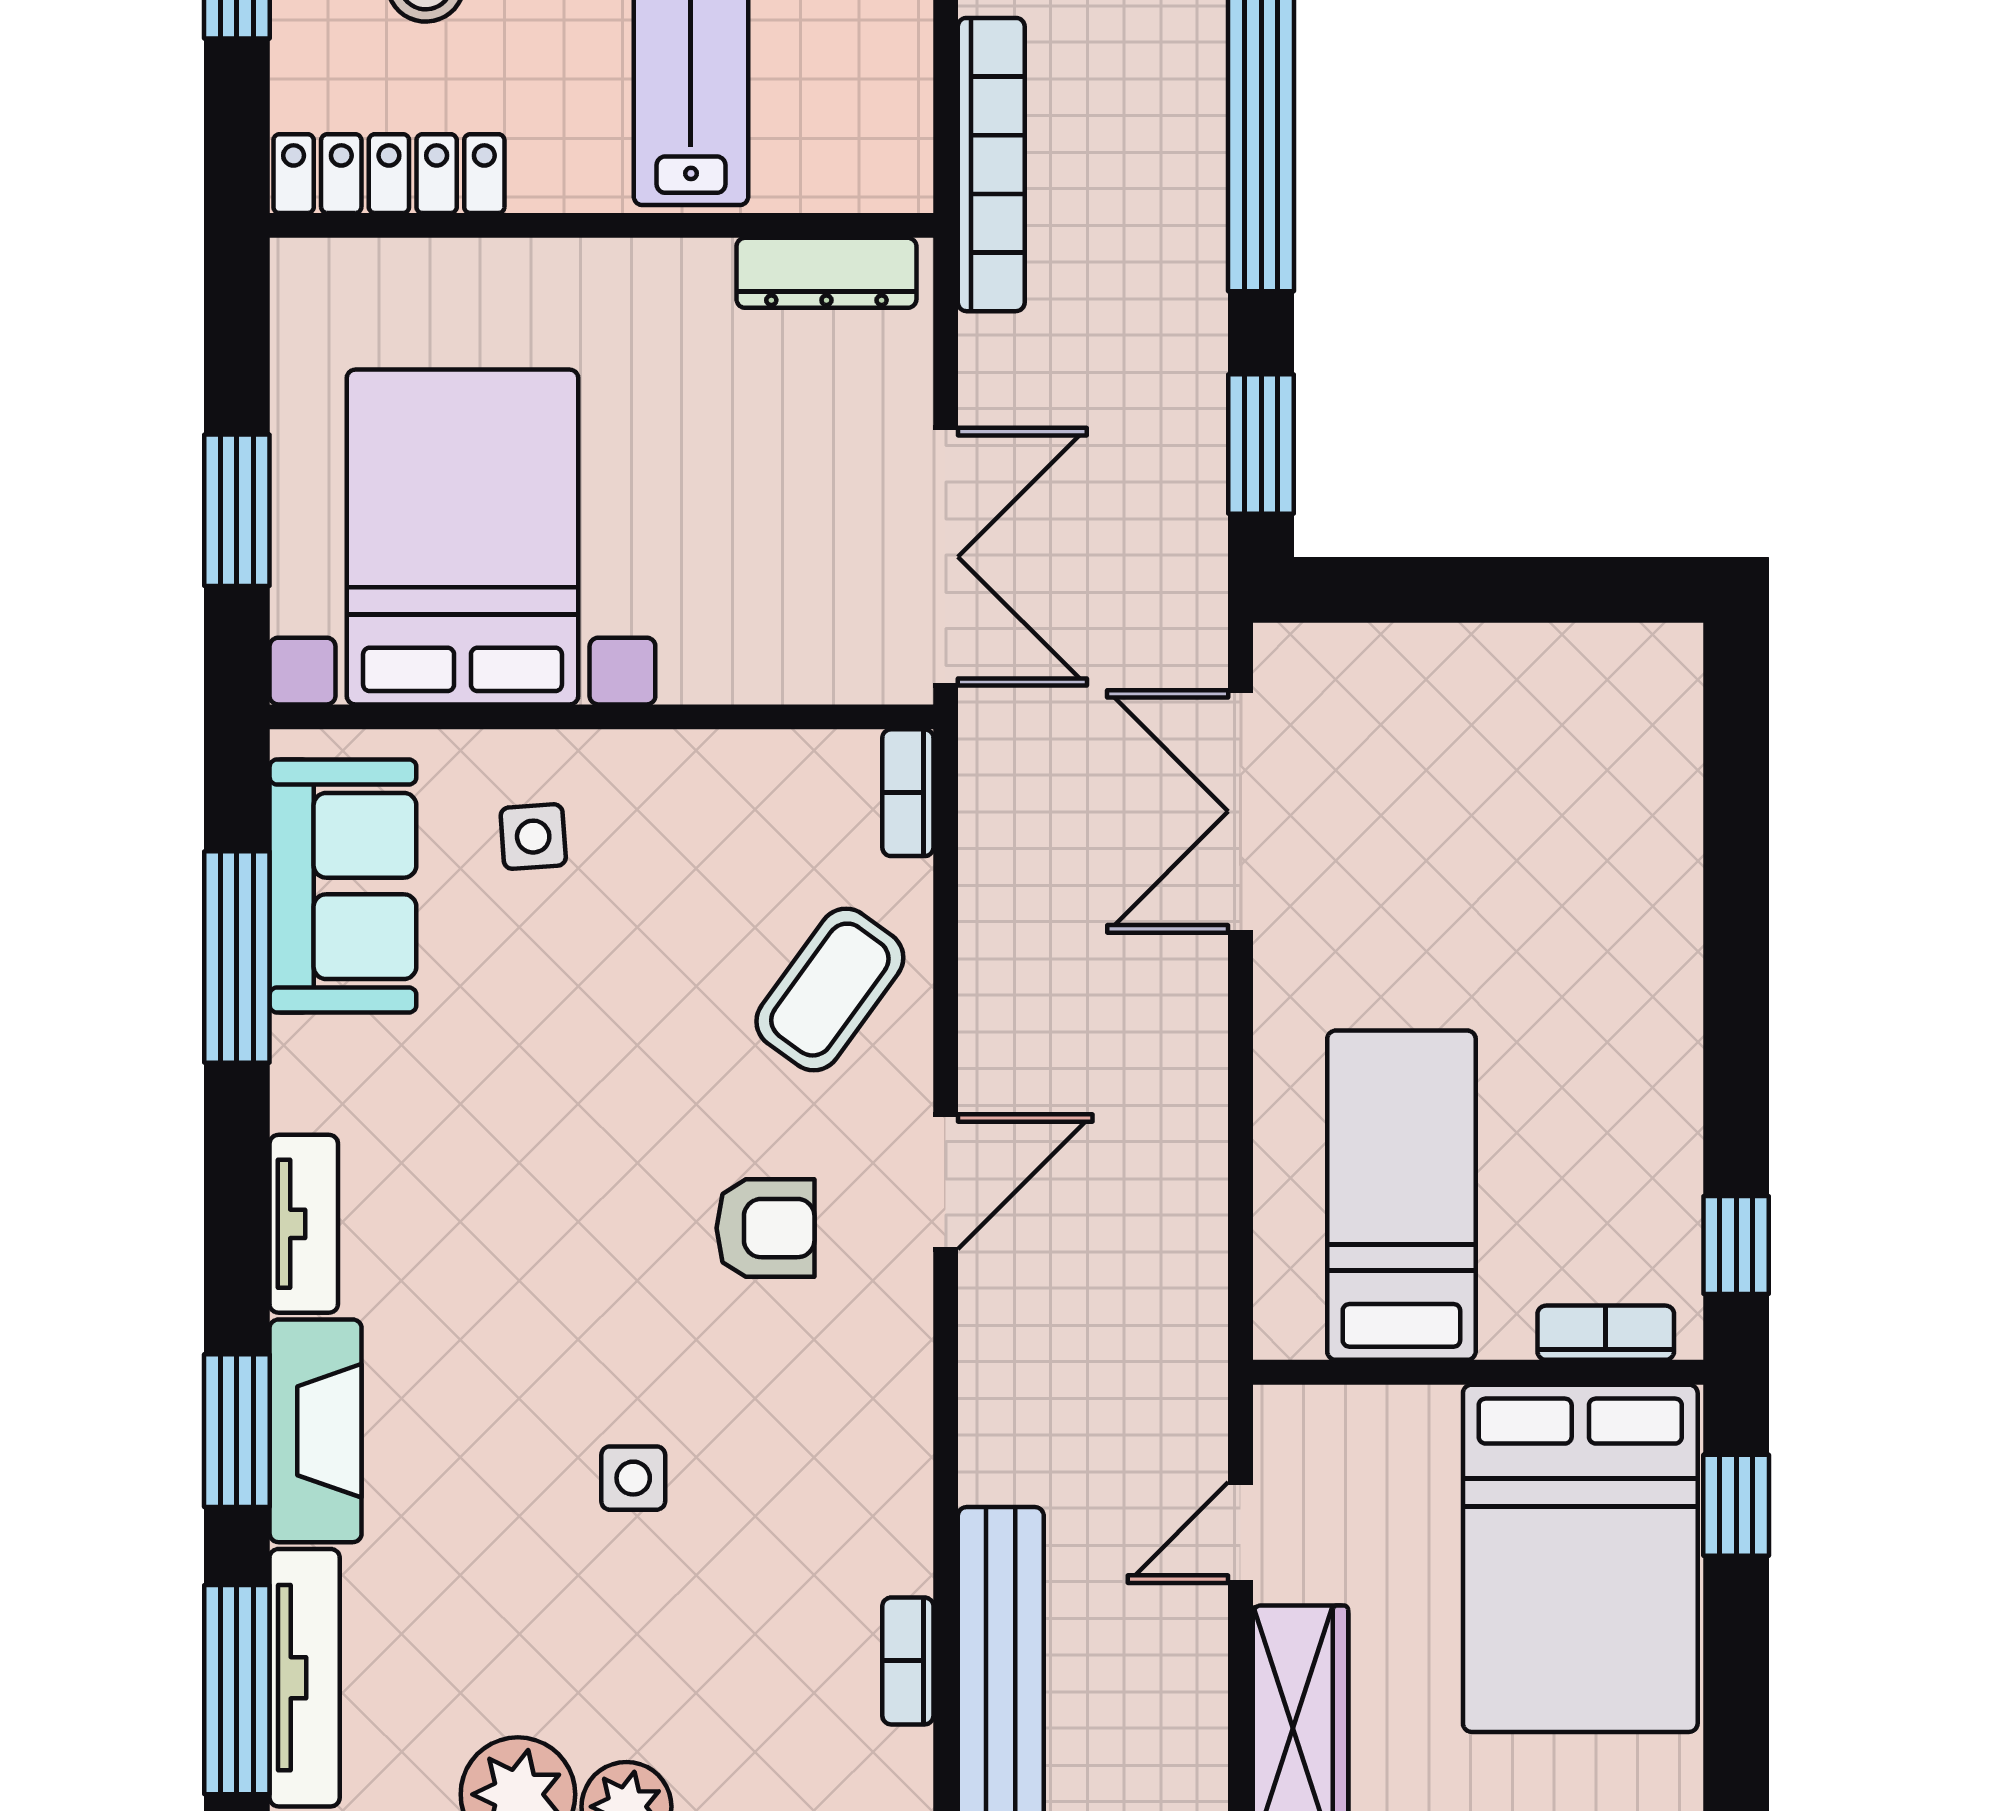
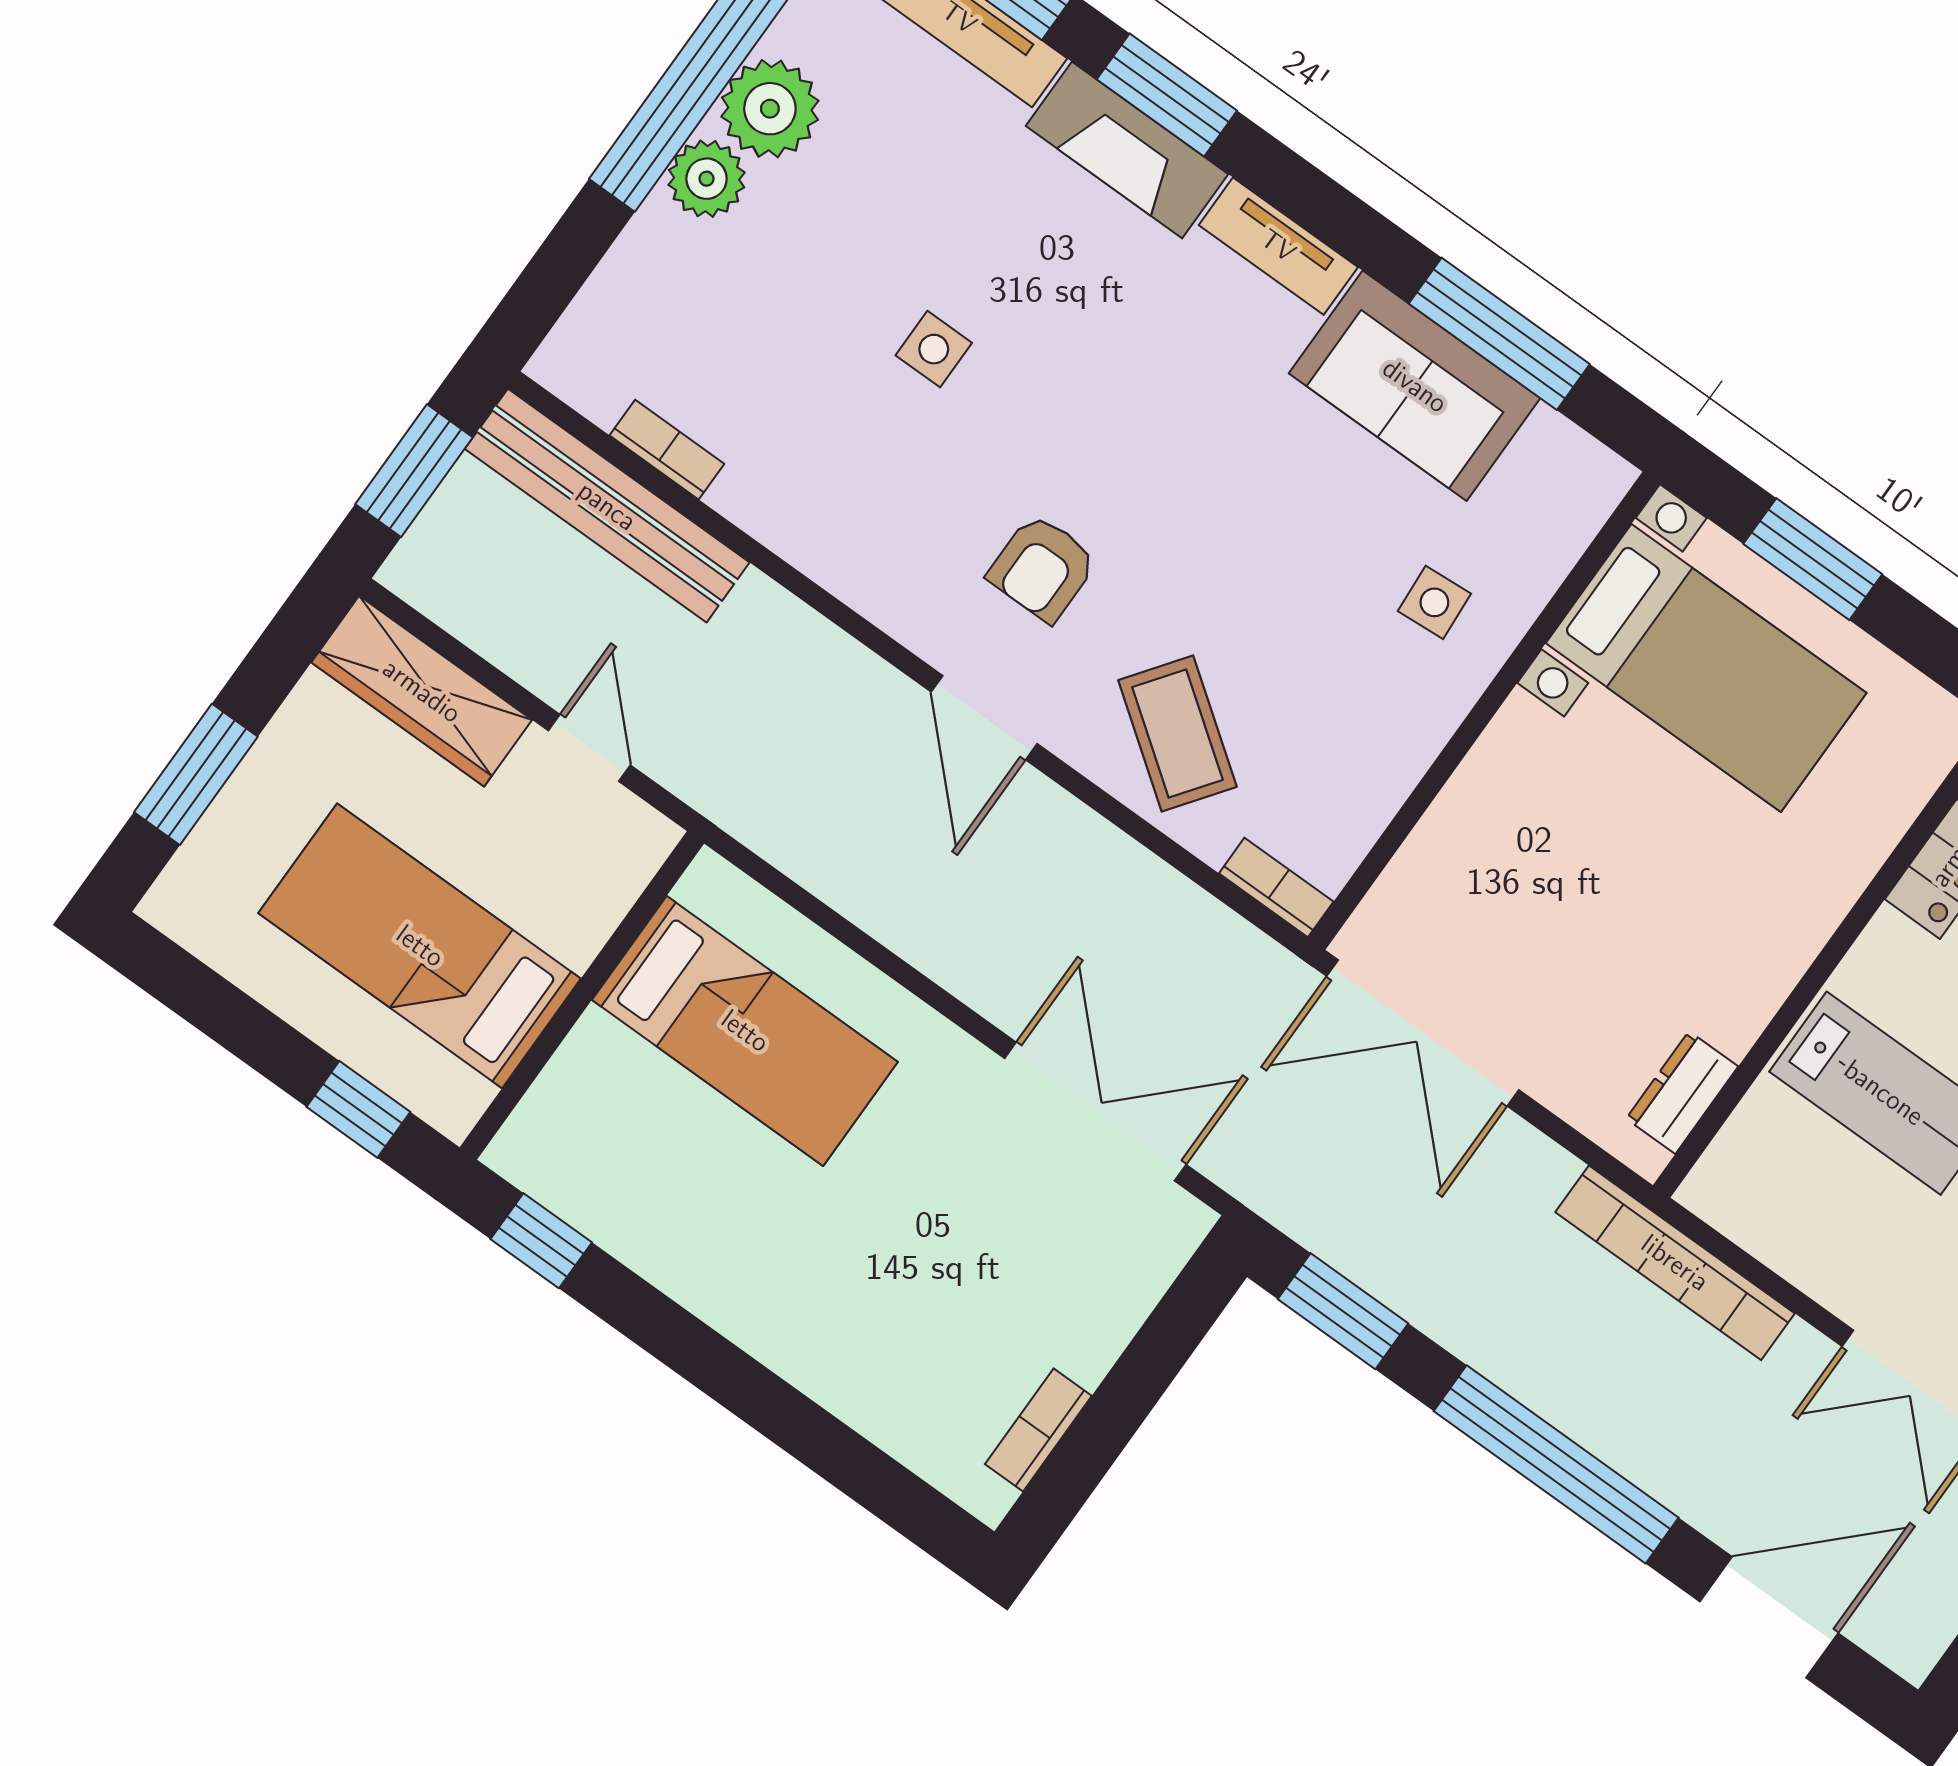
dresser: (826, 273) -> (1682, 1093), width x0.70
bed with nightstands: (462, 537) -> (1706, 668), width x0.73
sofa: (343, 886) -> (1415, 386), moved
bookcase: (1606, 1333) -> (1038, 1430), moved, turned 180
bed: (1580, 1558) -> (420, 946), width x0.67

